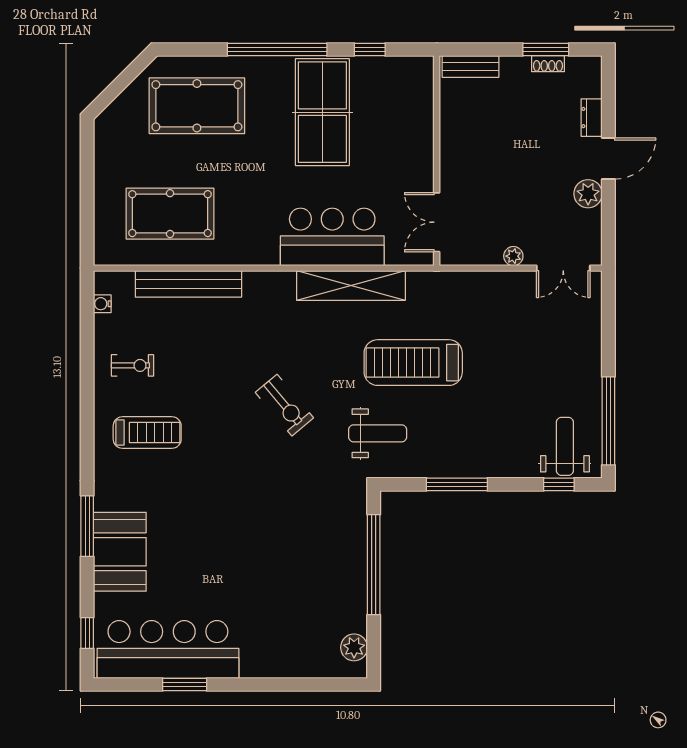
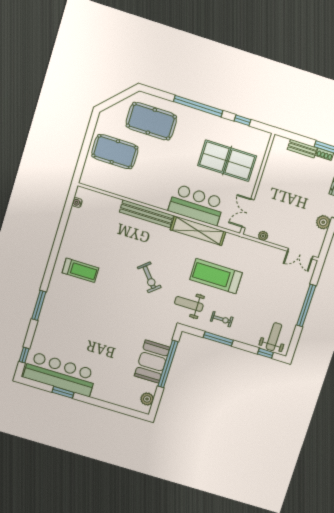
bench: (470, 67) -> (302, 149), moved
table tennis table: (322, 112) -> (227, 161), moved, turned 90
pool table: (170, 214) -> (115, 152), moved
plant: (513, 256) -> (263, 236), moved
bench: (188, 284) -> (146, 214), moved
exercise bike: (132, 365) -> (222, 319), moved
window: (608, 421) -> (306, 305), moved
weight bench: (378, 433) -> (189, 304), turned 180
booth: (120, 552) -> (152, 362), moved

